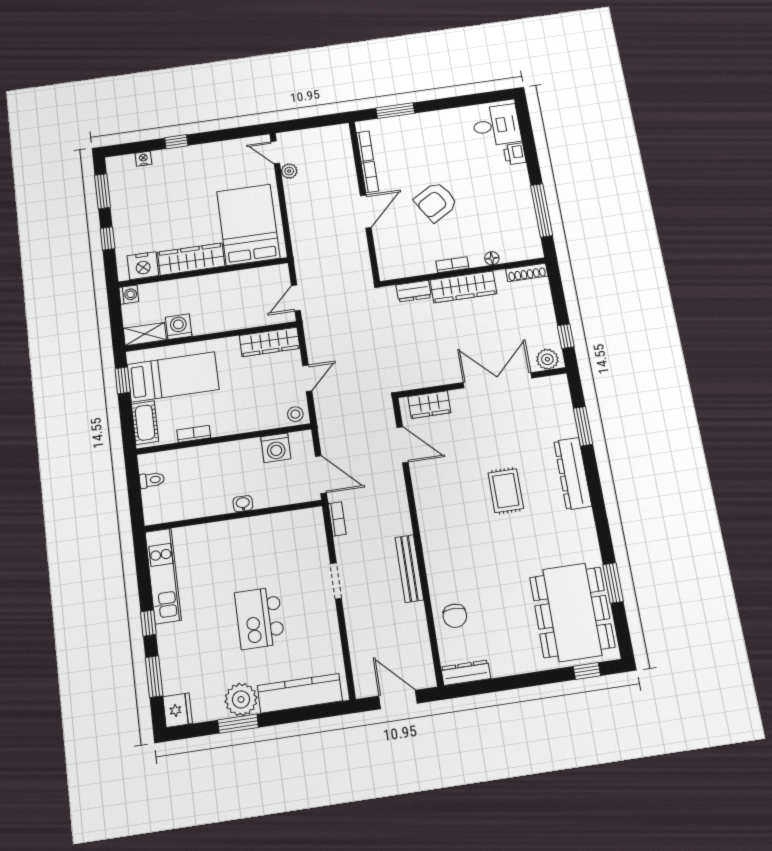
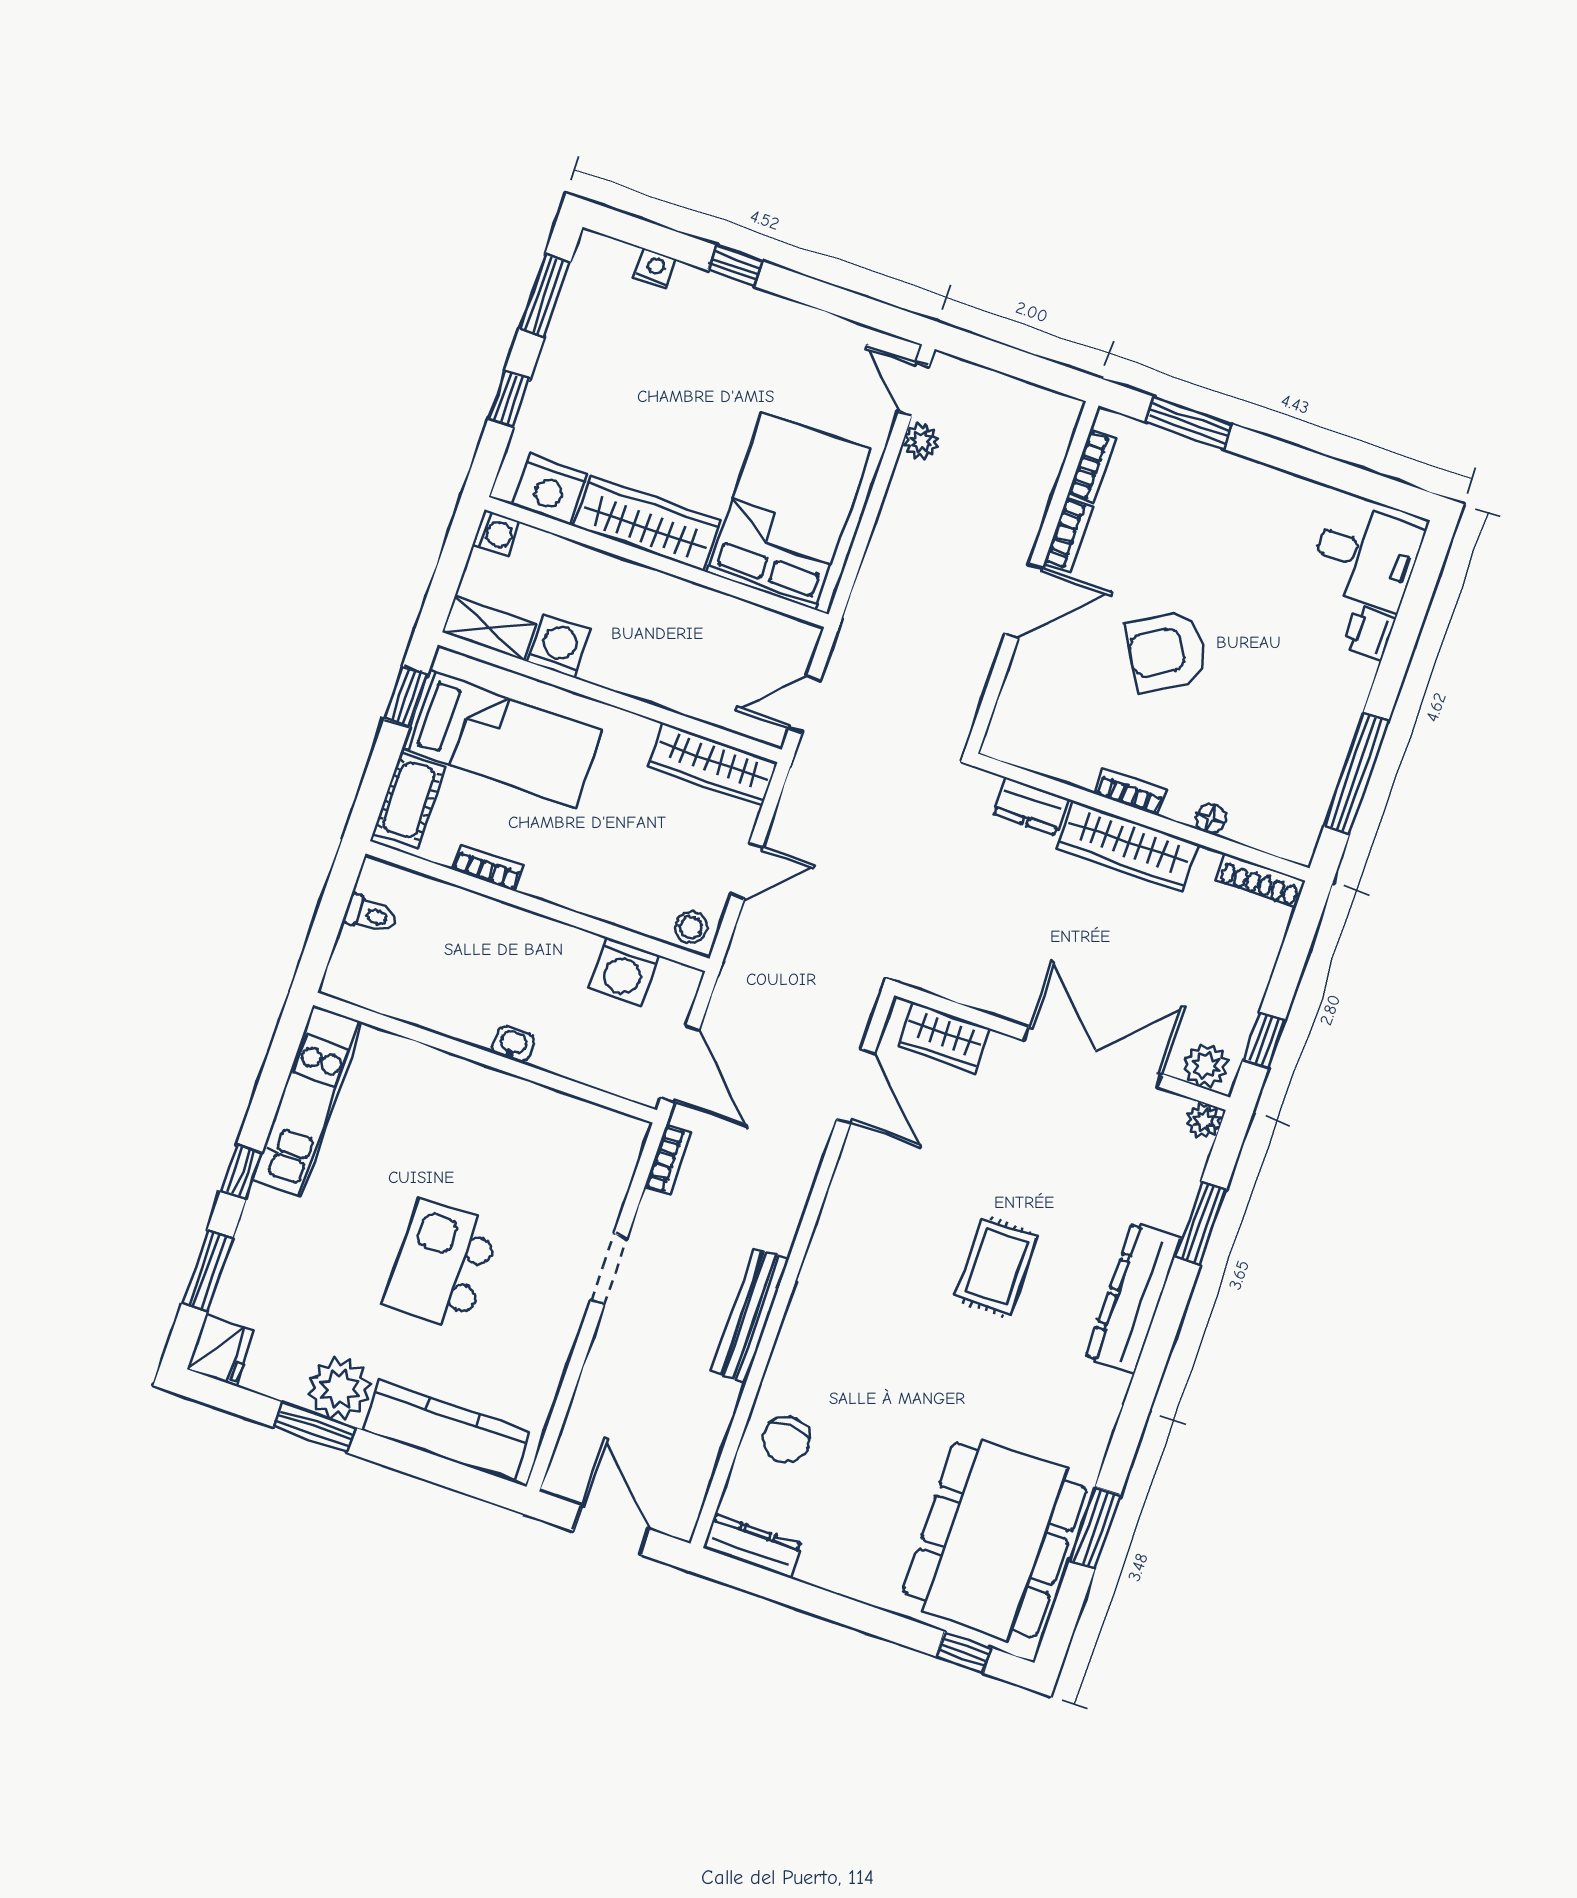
plant: (560, 383) -> (1204, 1121), added

